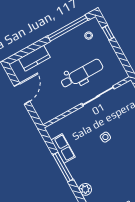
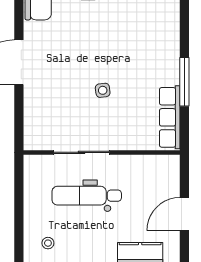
window: (108, 33) -> (19, 232), removed
row of seats: (63, 148) -> (170, 117), width x1.48
plant: (85, 189) -> (171, 34), removed

